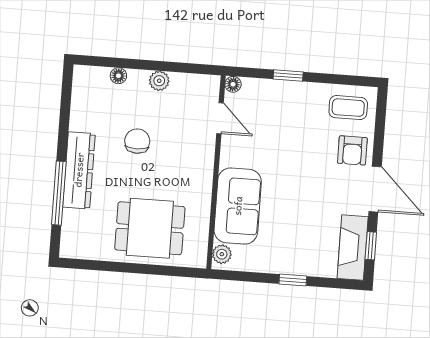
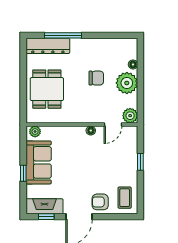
plant: (159, 81) -> (127, 83), width x1.88, depth x1.88
floor lamp: (233, 84) -> (91, 131), moved
plant: (207, 87) -> (130, 116), added
dresser: (79, 170) -> (48, 46), moved
sofa: (238, 206) -> (39, 162), moved, turned -90

